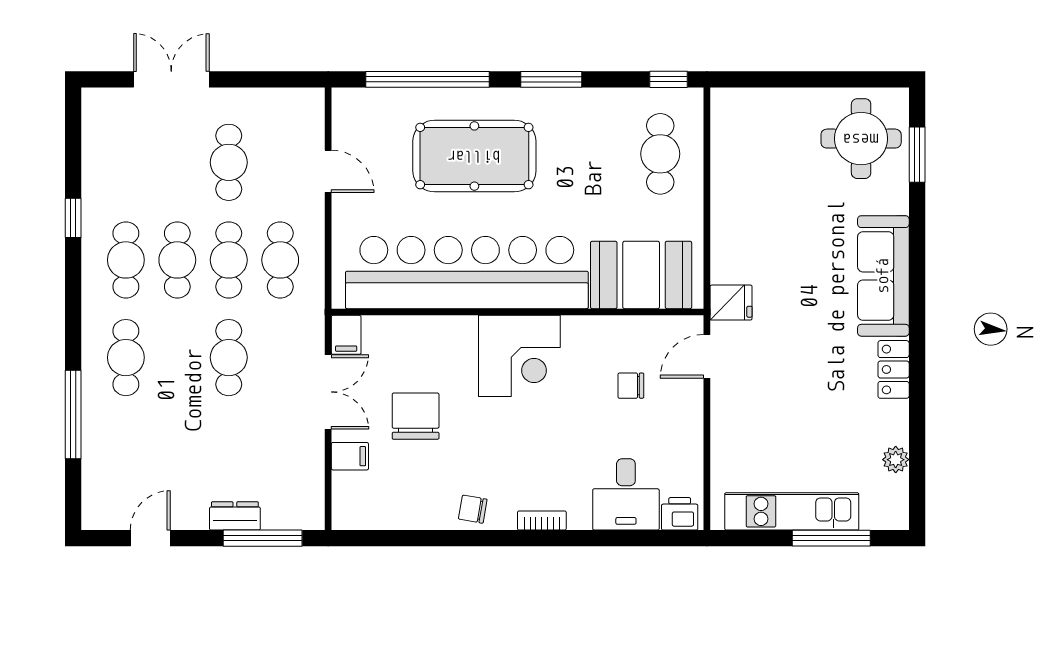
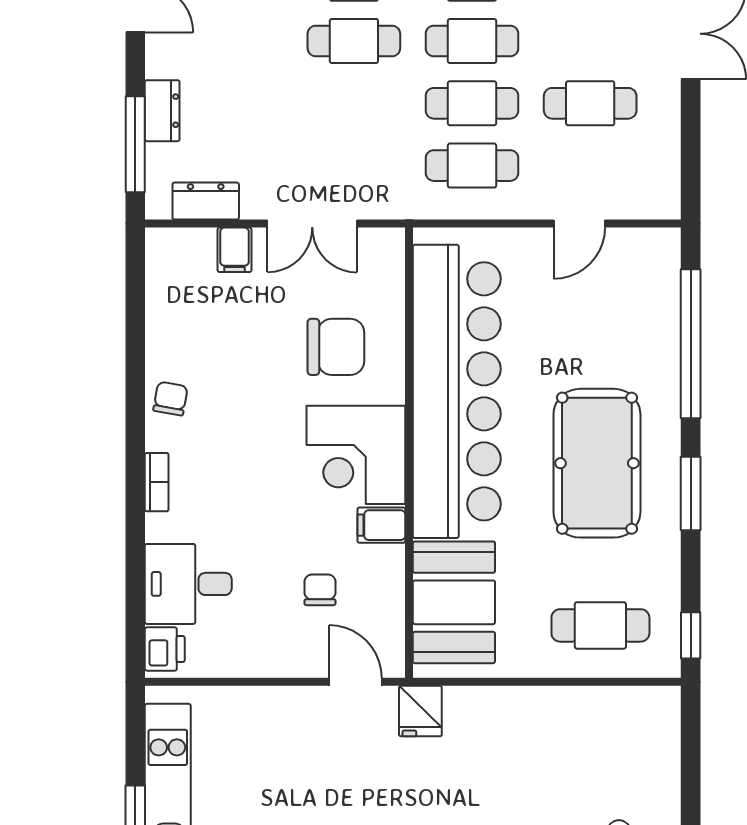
pool table: (474, 156) -> (597, 463), moved
filing cabinet: (346, 335) -> (381, 525), moved
cafe table: (229, 358) -> (354, 41), moved
chair: (416, 416) -> (336, 347), moved
dresser: (310, 480) -> (206, 201), added

